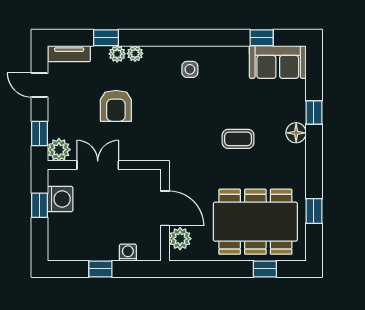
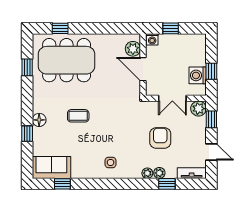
door: (165, 208) -> (143, 69), moved
wall: (165, 215) -> (143, 65), moved
plant: (180, 239) -> (133, 49), moved

